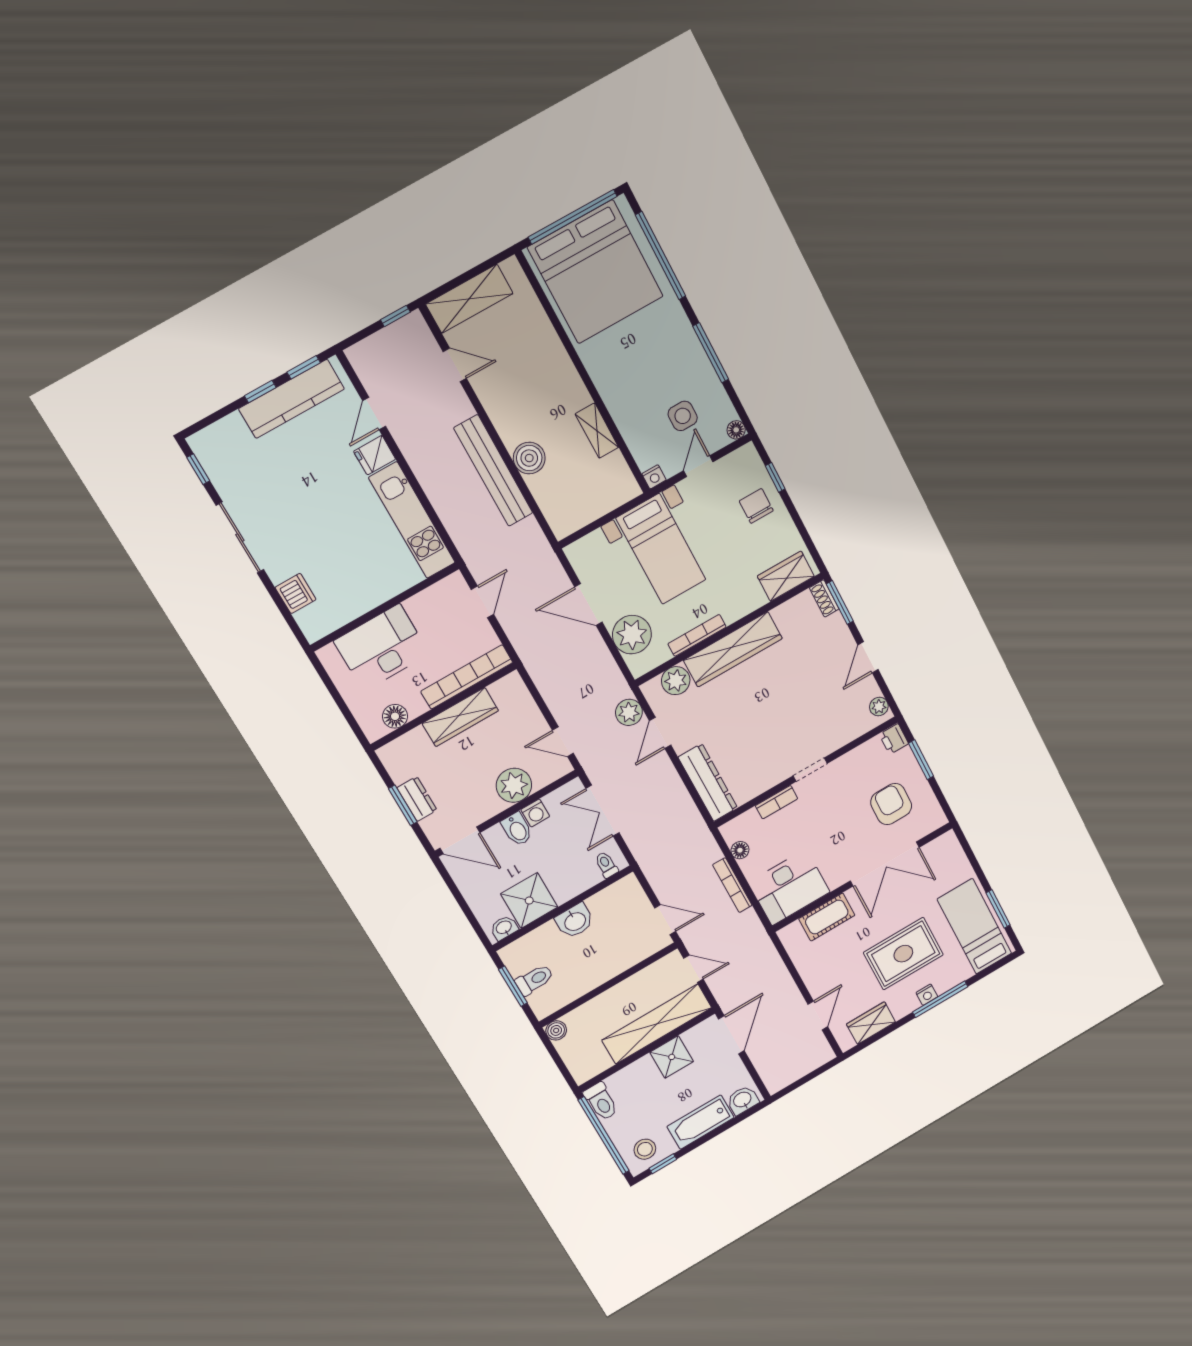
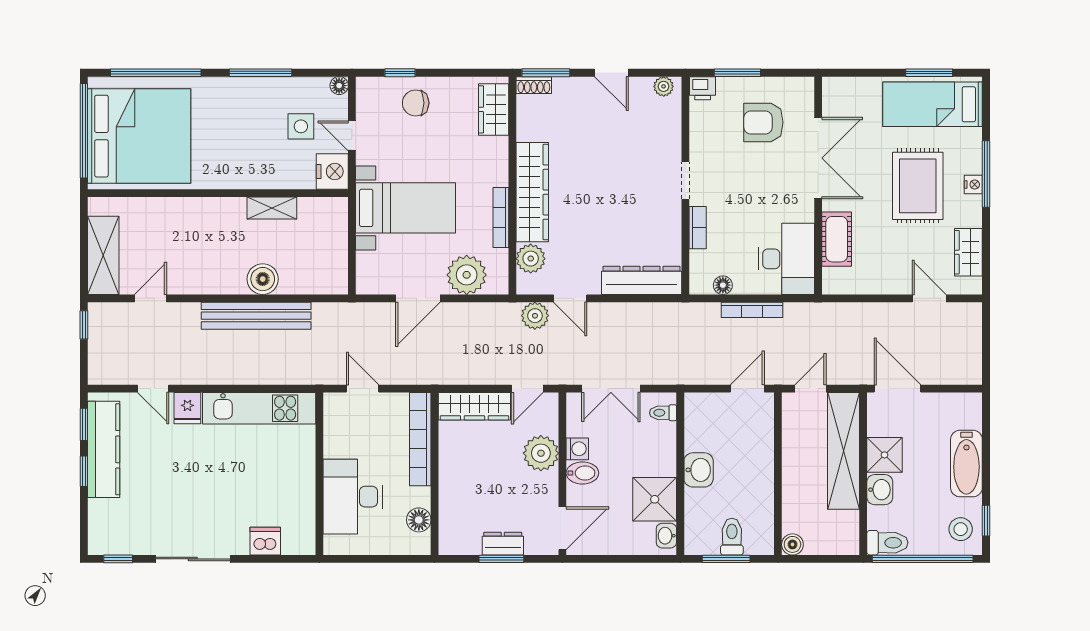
nightstand: (654, 477) -> (332, 172), width x1.89, depth x1.79
wardrobe: (460, 717) -> (474, 406), moved, turned 90
washbasin: (743, 1100) -> (880, 490), moved, turned 180

